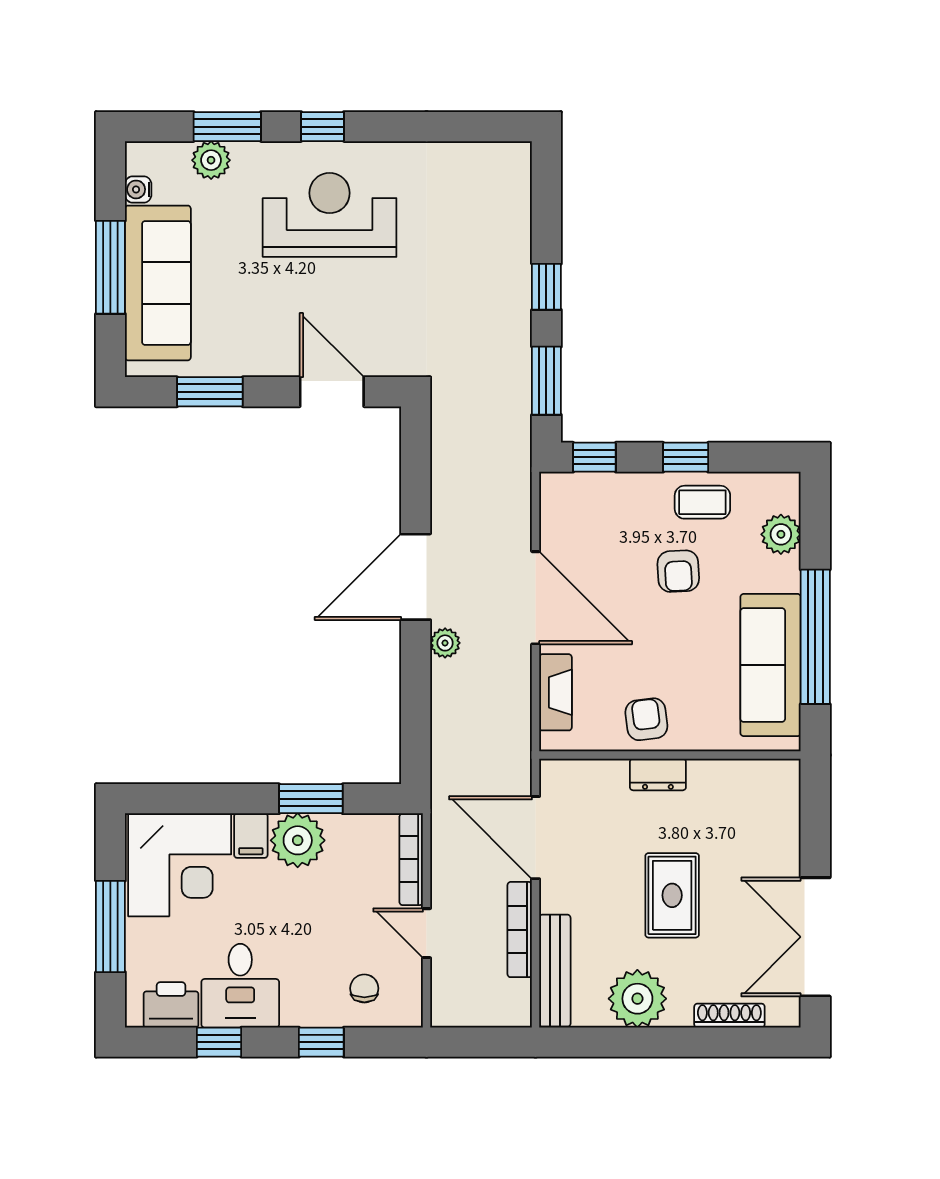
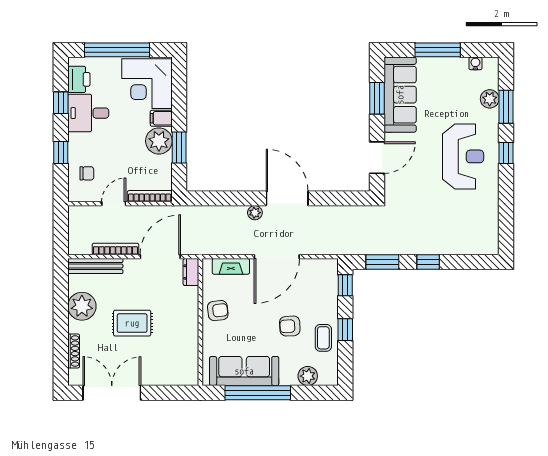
sofa: (158, 283) -> (400, 95), moved, turned -90
dresser: (658, 774) -> (191, 272), moved
window: (110, 926) -> (117, 50), width x1.46

